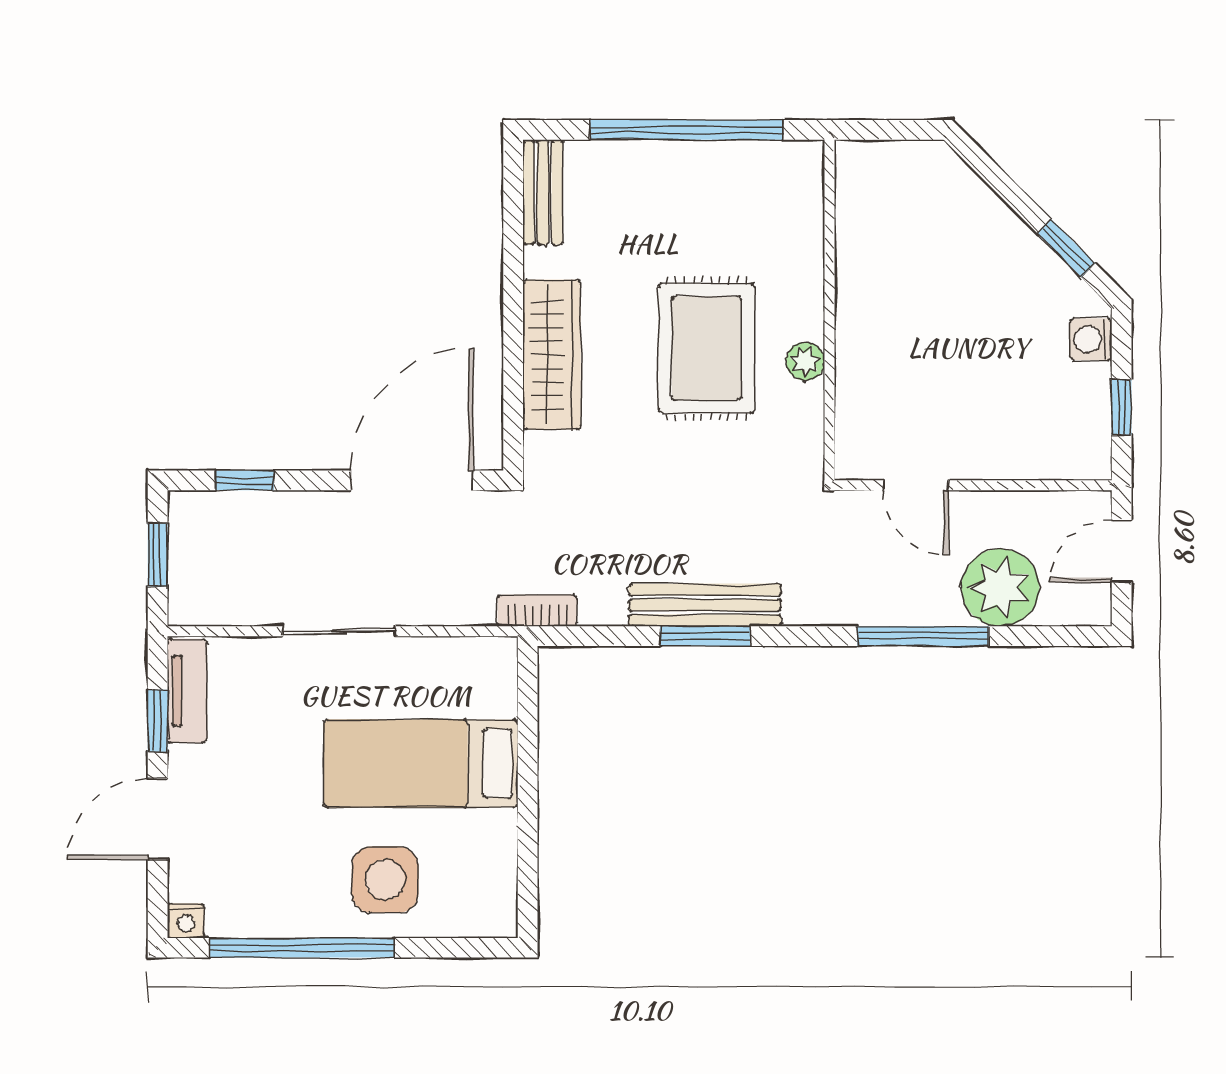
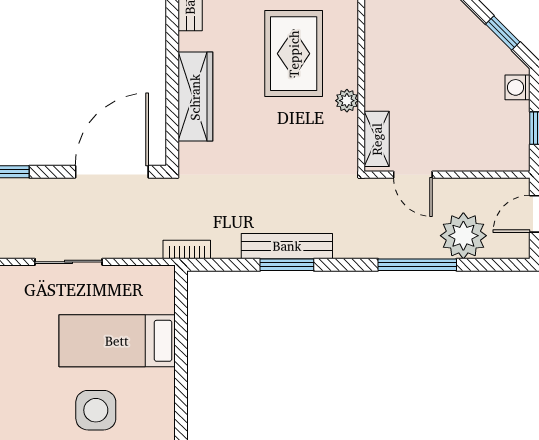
rug: (707, 348) -> (294, 54), moved
shelving: (855, 425) -> (377, 139), added

